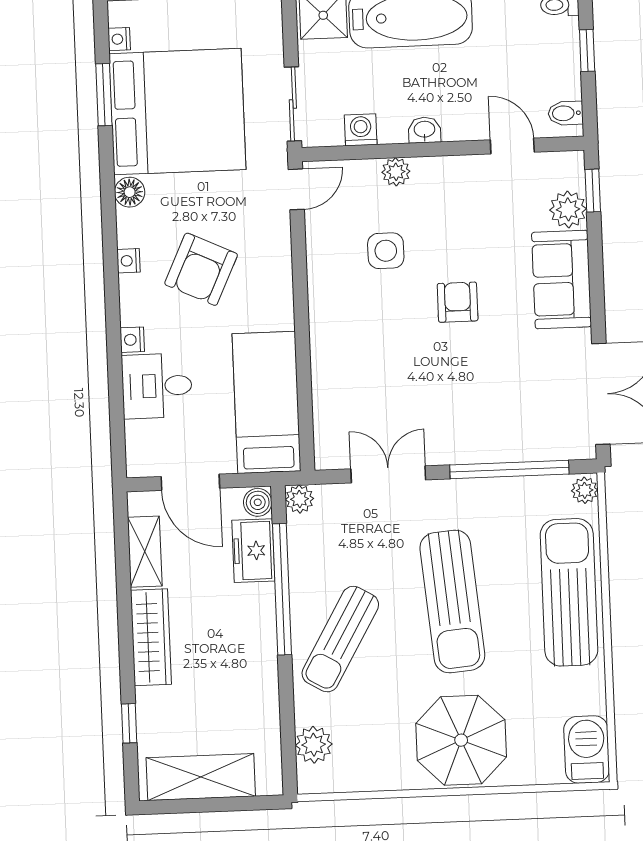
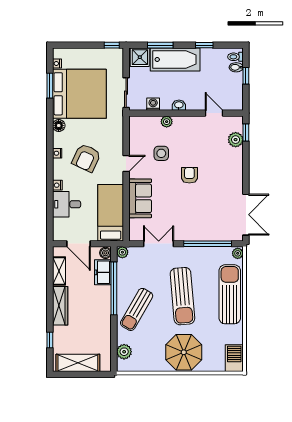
bidet: (566, 113) -> (236, 67), moved
door: (296, 189) -> (126, 163), moved
sofa: (562, 280) -> (140, 198), moved, turned 180

